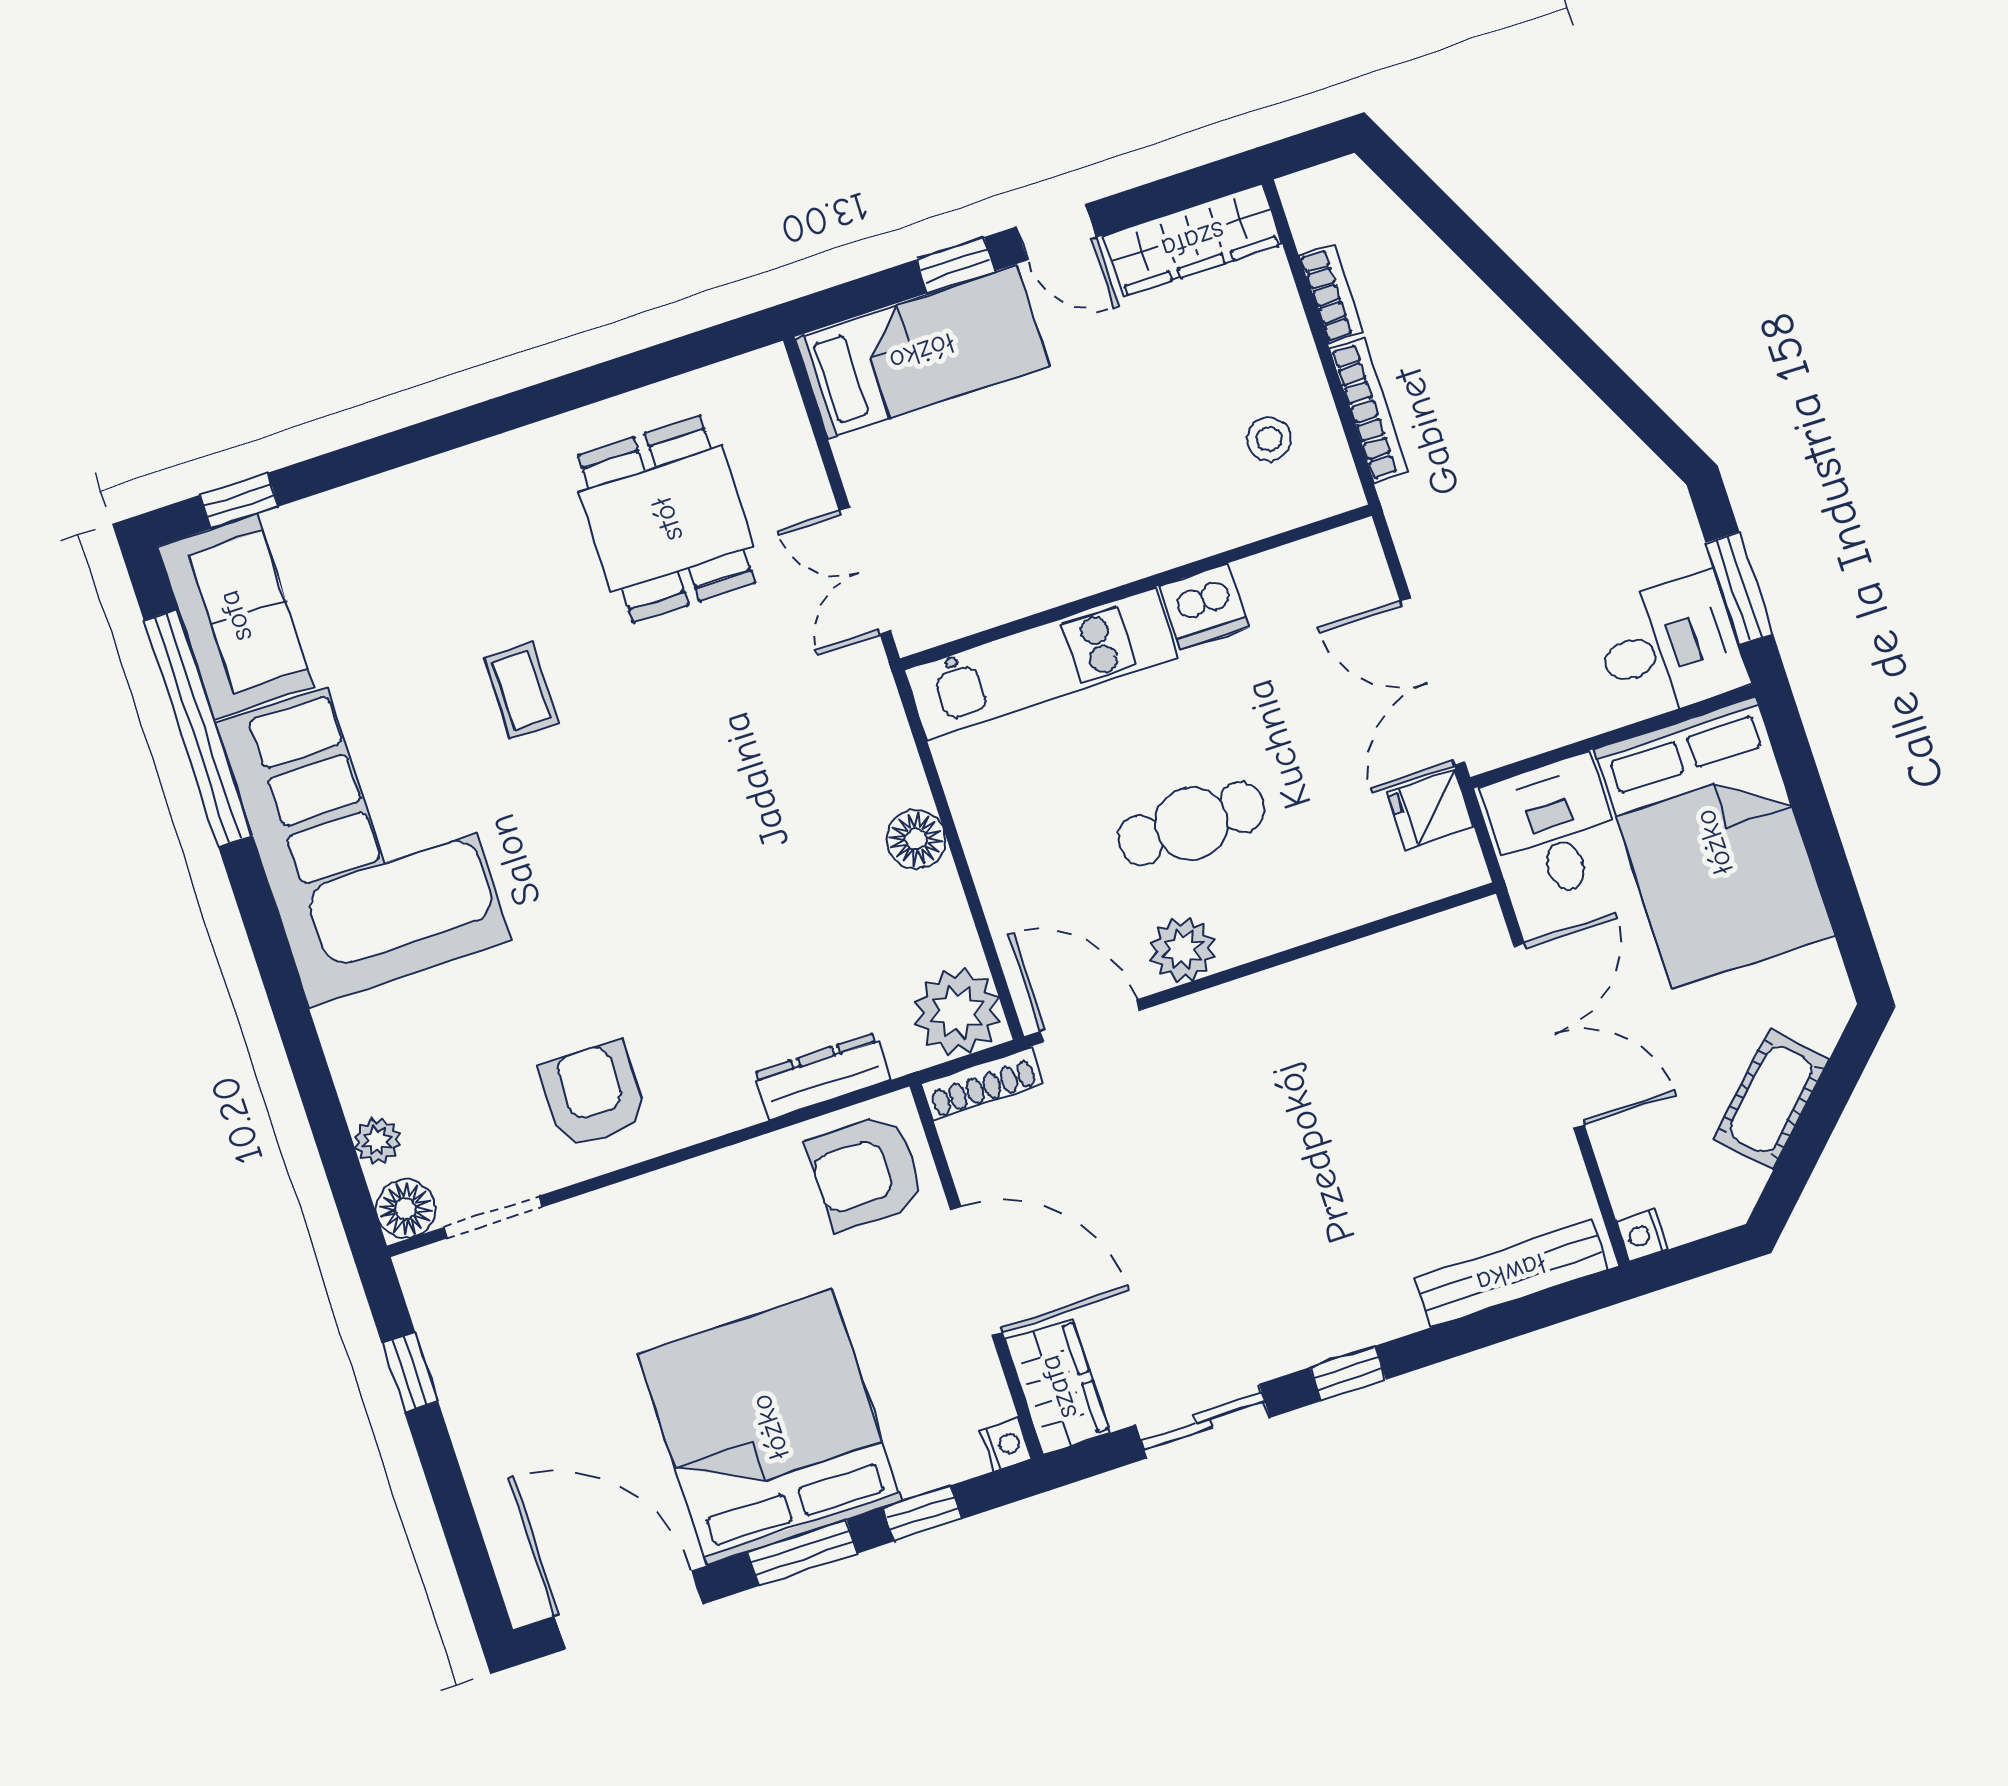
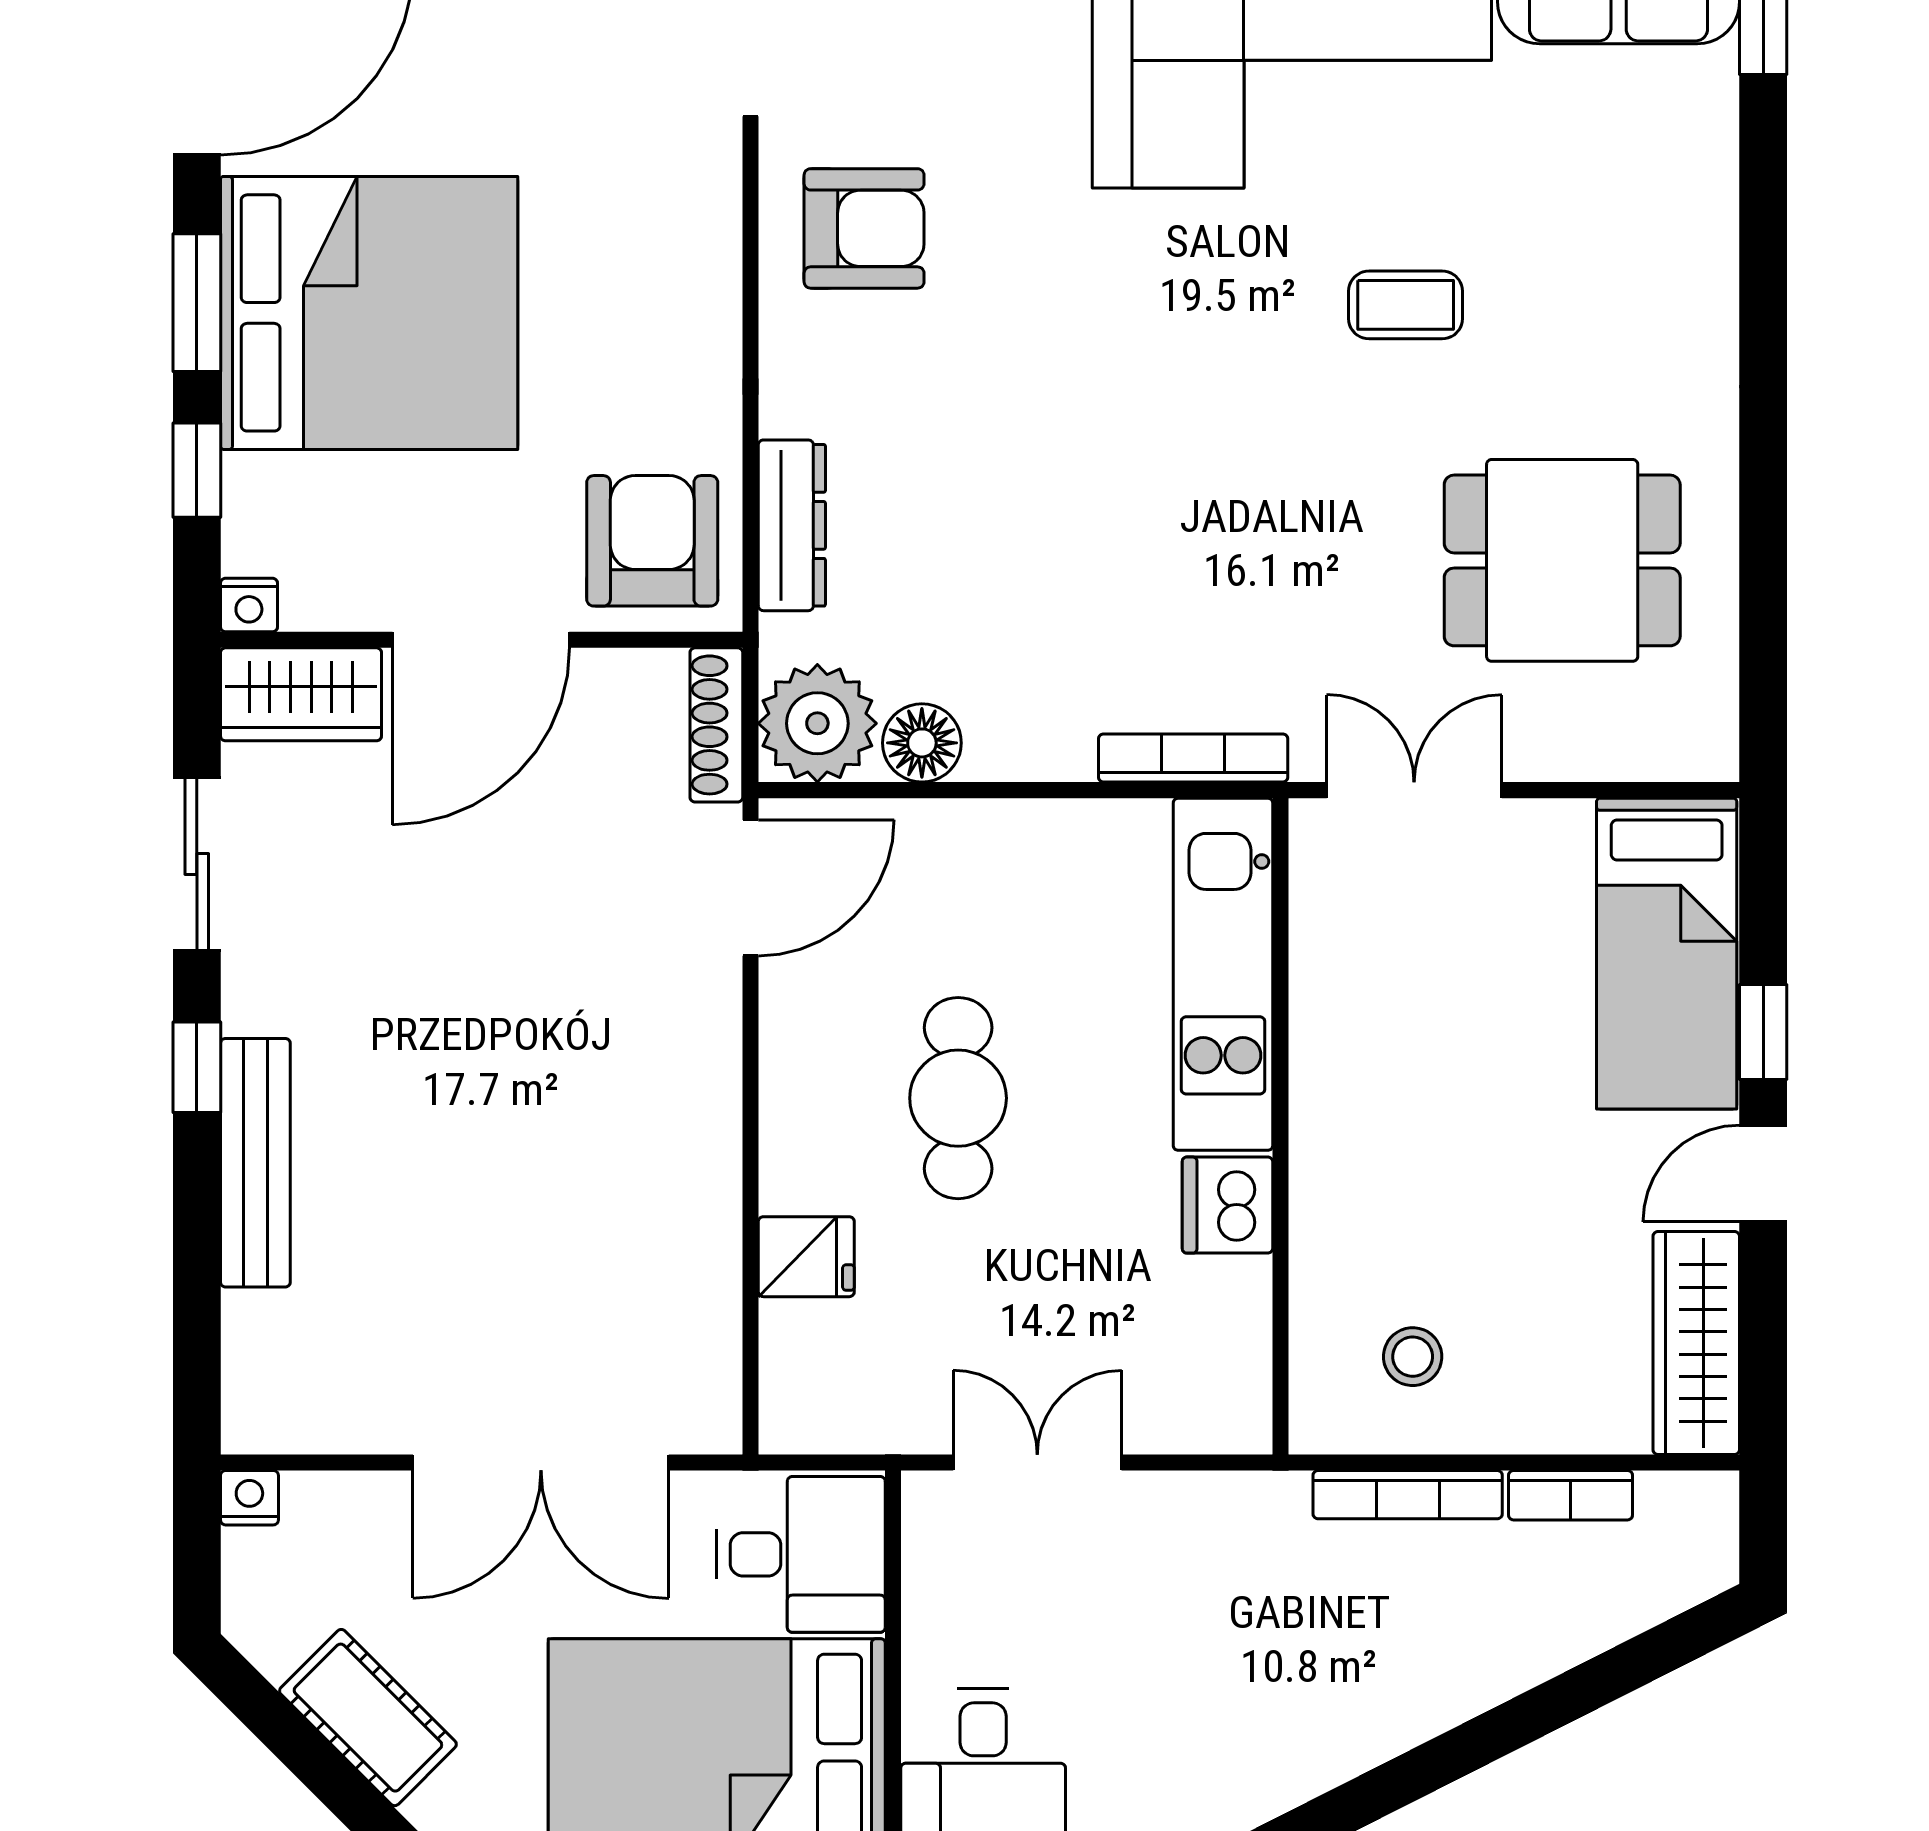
double door: (1433, 682) -> (1037, 1463), width x0.73
bookcase: (894, 736) -> (1193, 758), added
fridge: (1430, 809) -> (806, 1257), moved, turned 90
floor lamp: (916, 839) -> (922, 743), moved
plant: (1183, 950) -> (802, 1035), removed
bench: (1511, 1273) -> (255, 1163), moved

